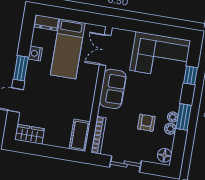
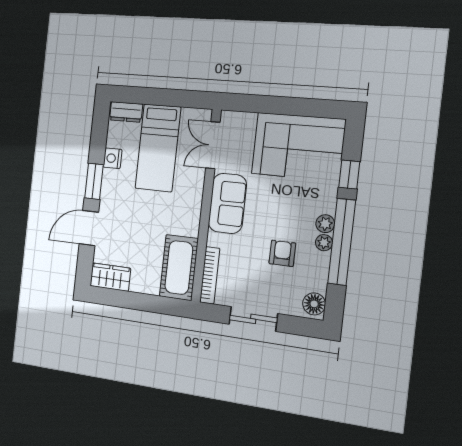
window: (184, 117) -> (342, 242), width x2.11
plant: (170, 129) -> (325, 224), moved
cot: (80, 135) -> (179, 268), width x1.37, depth x1.34

